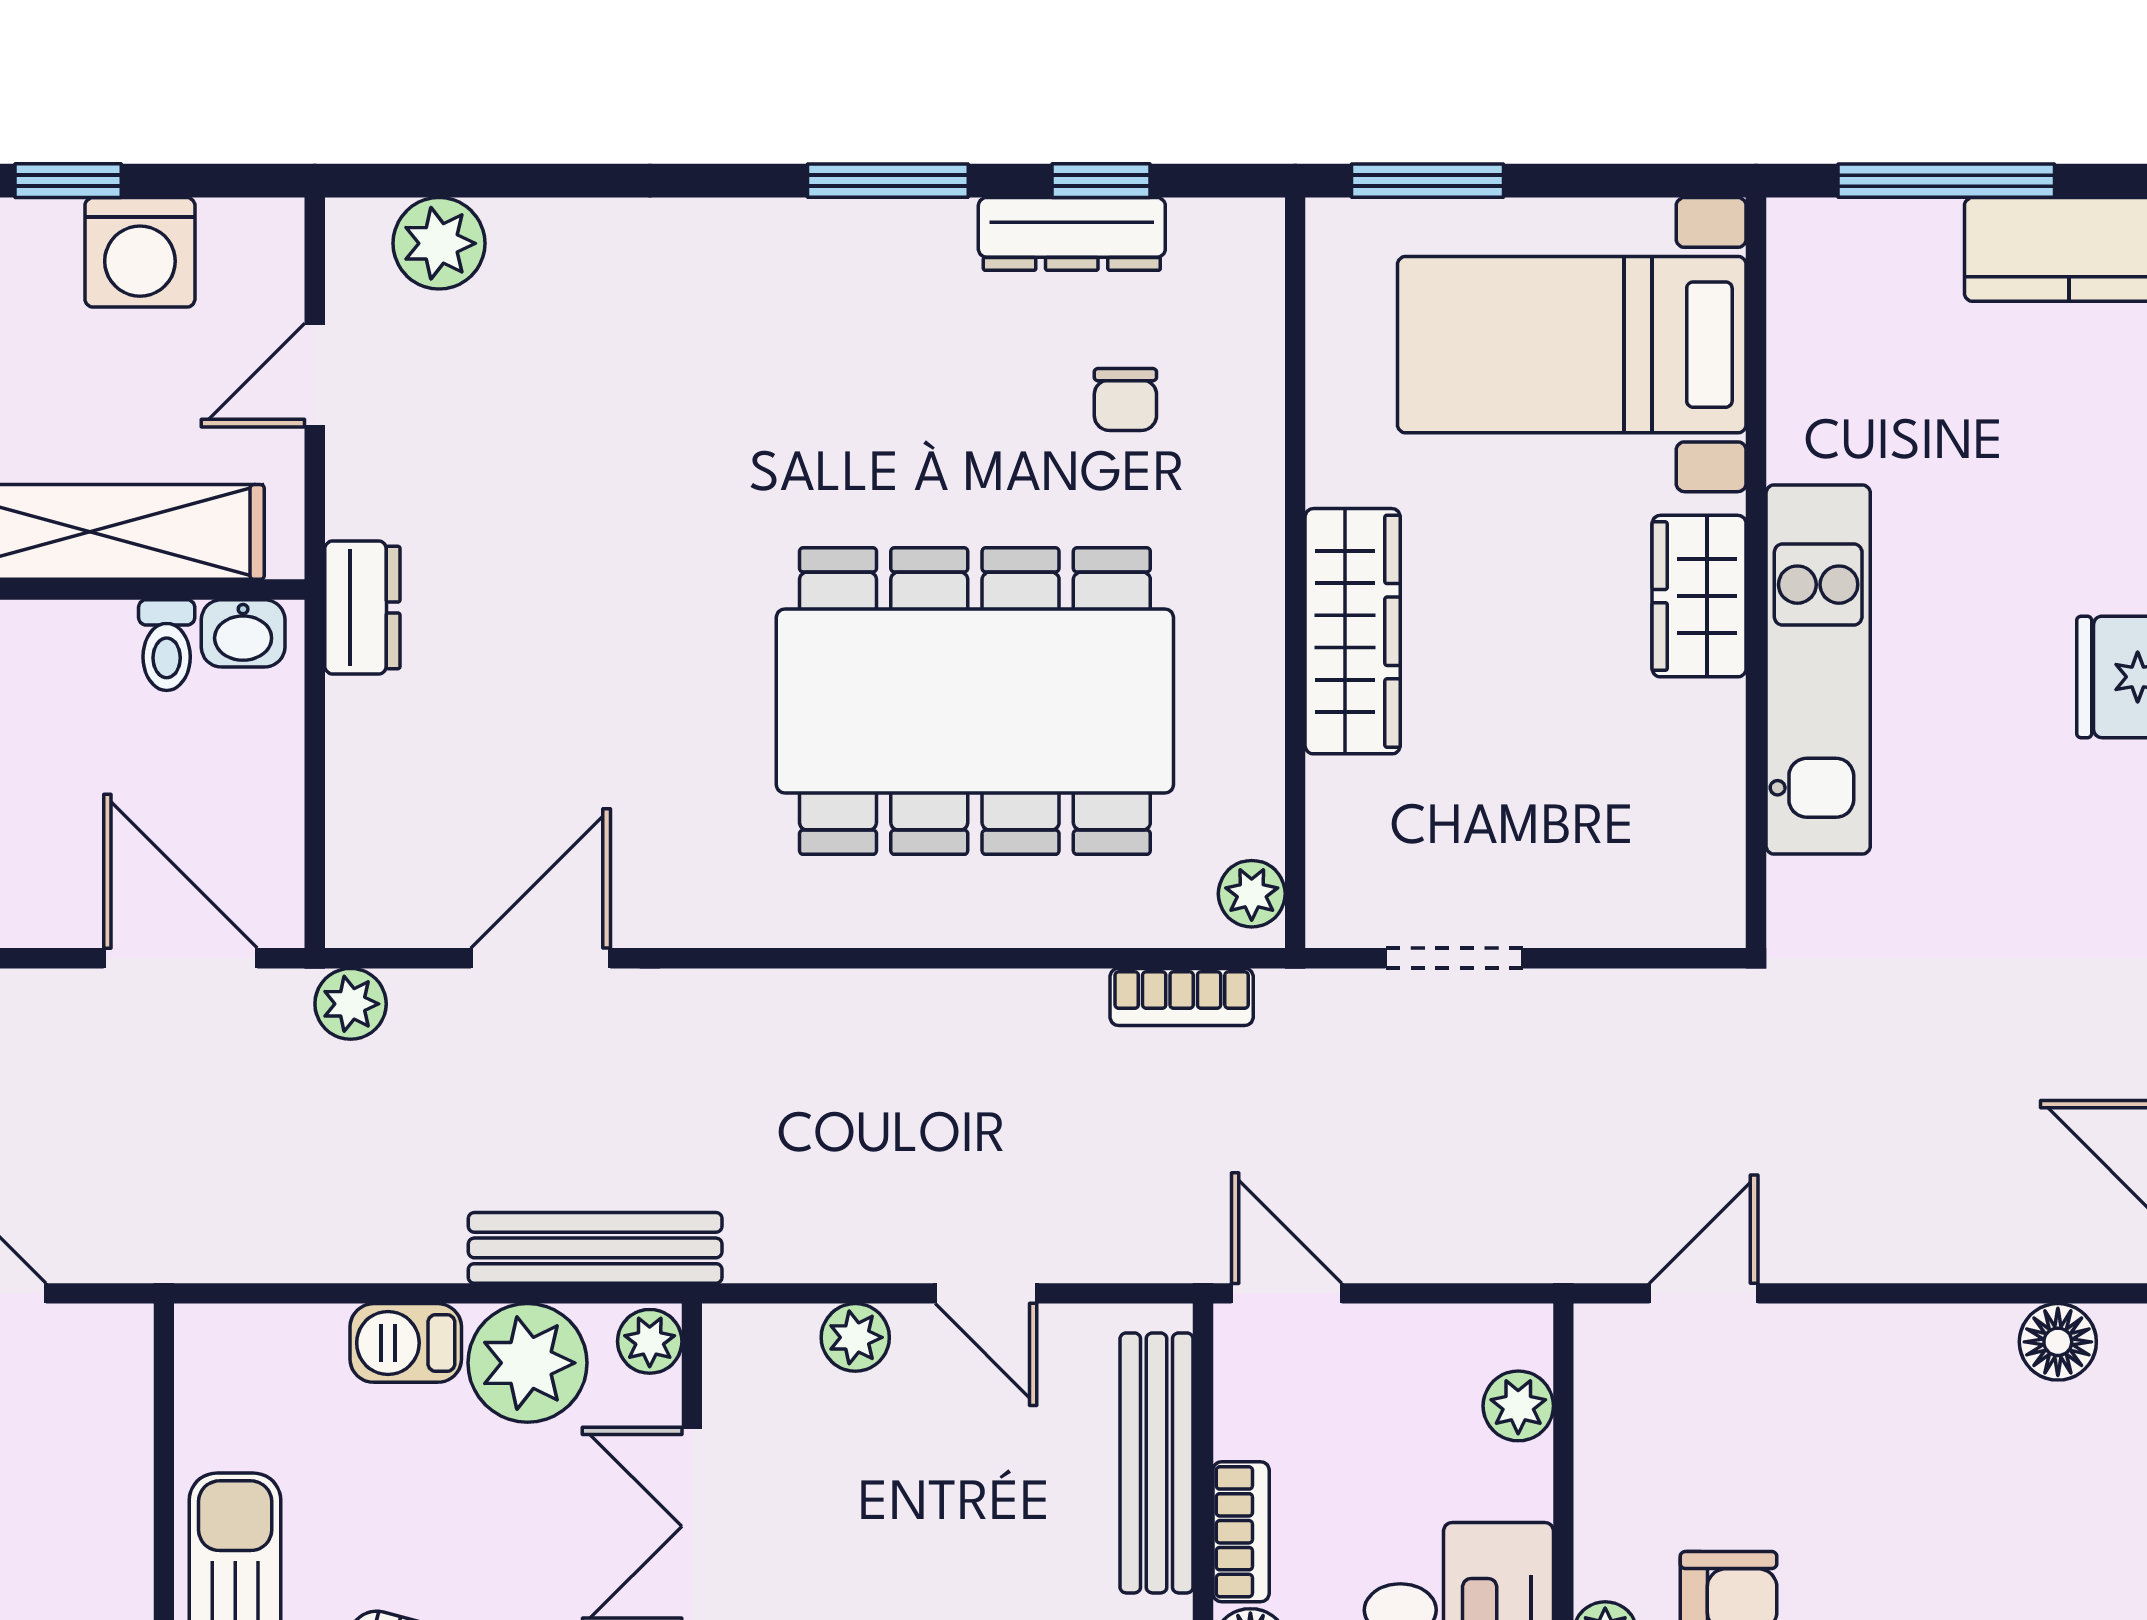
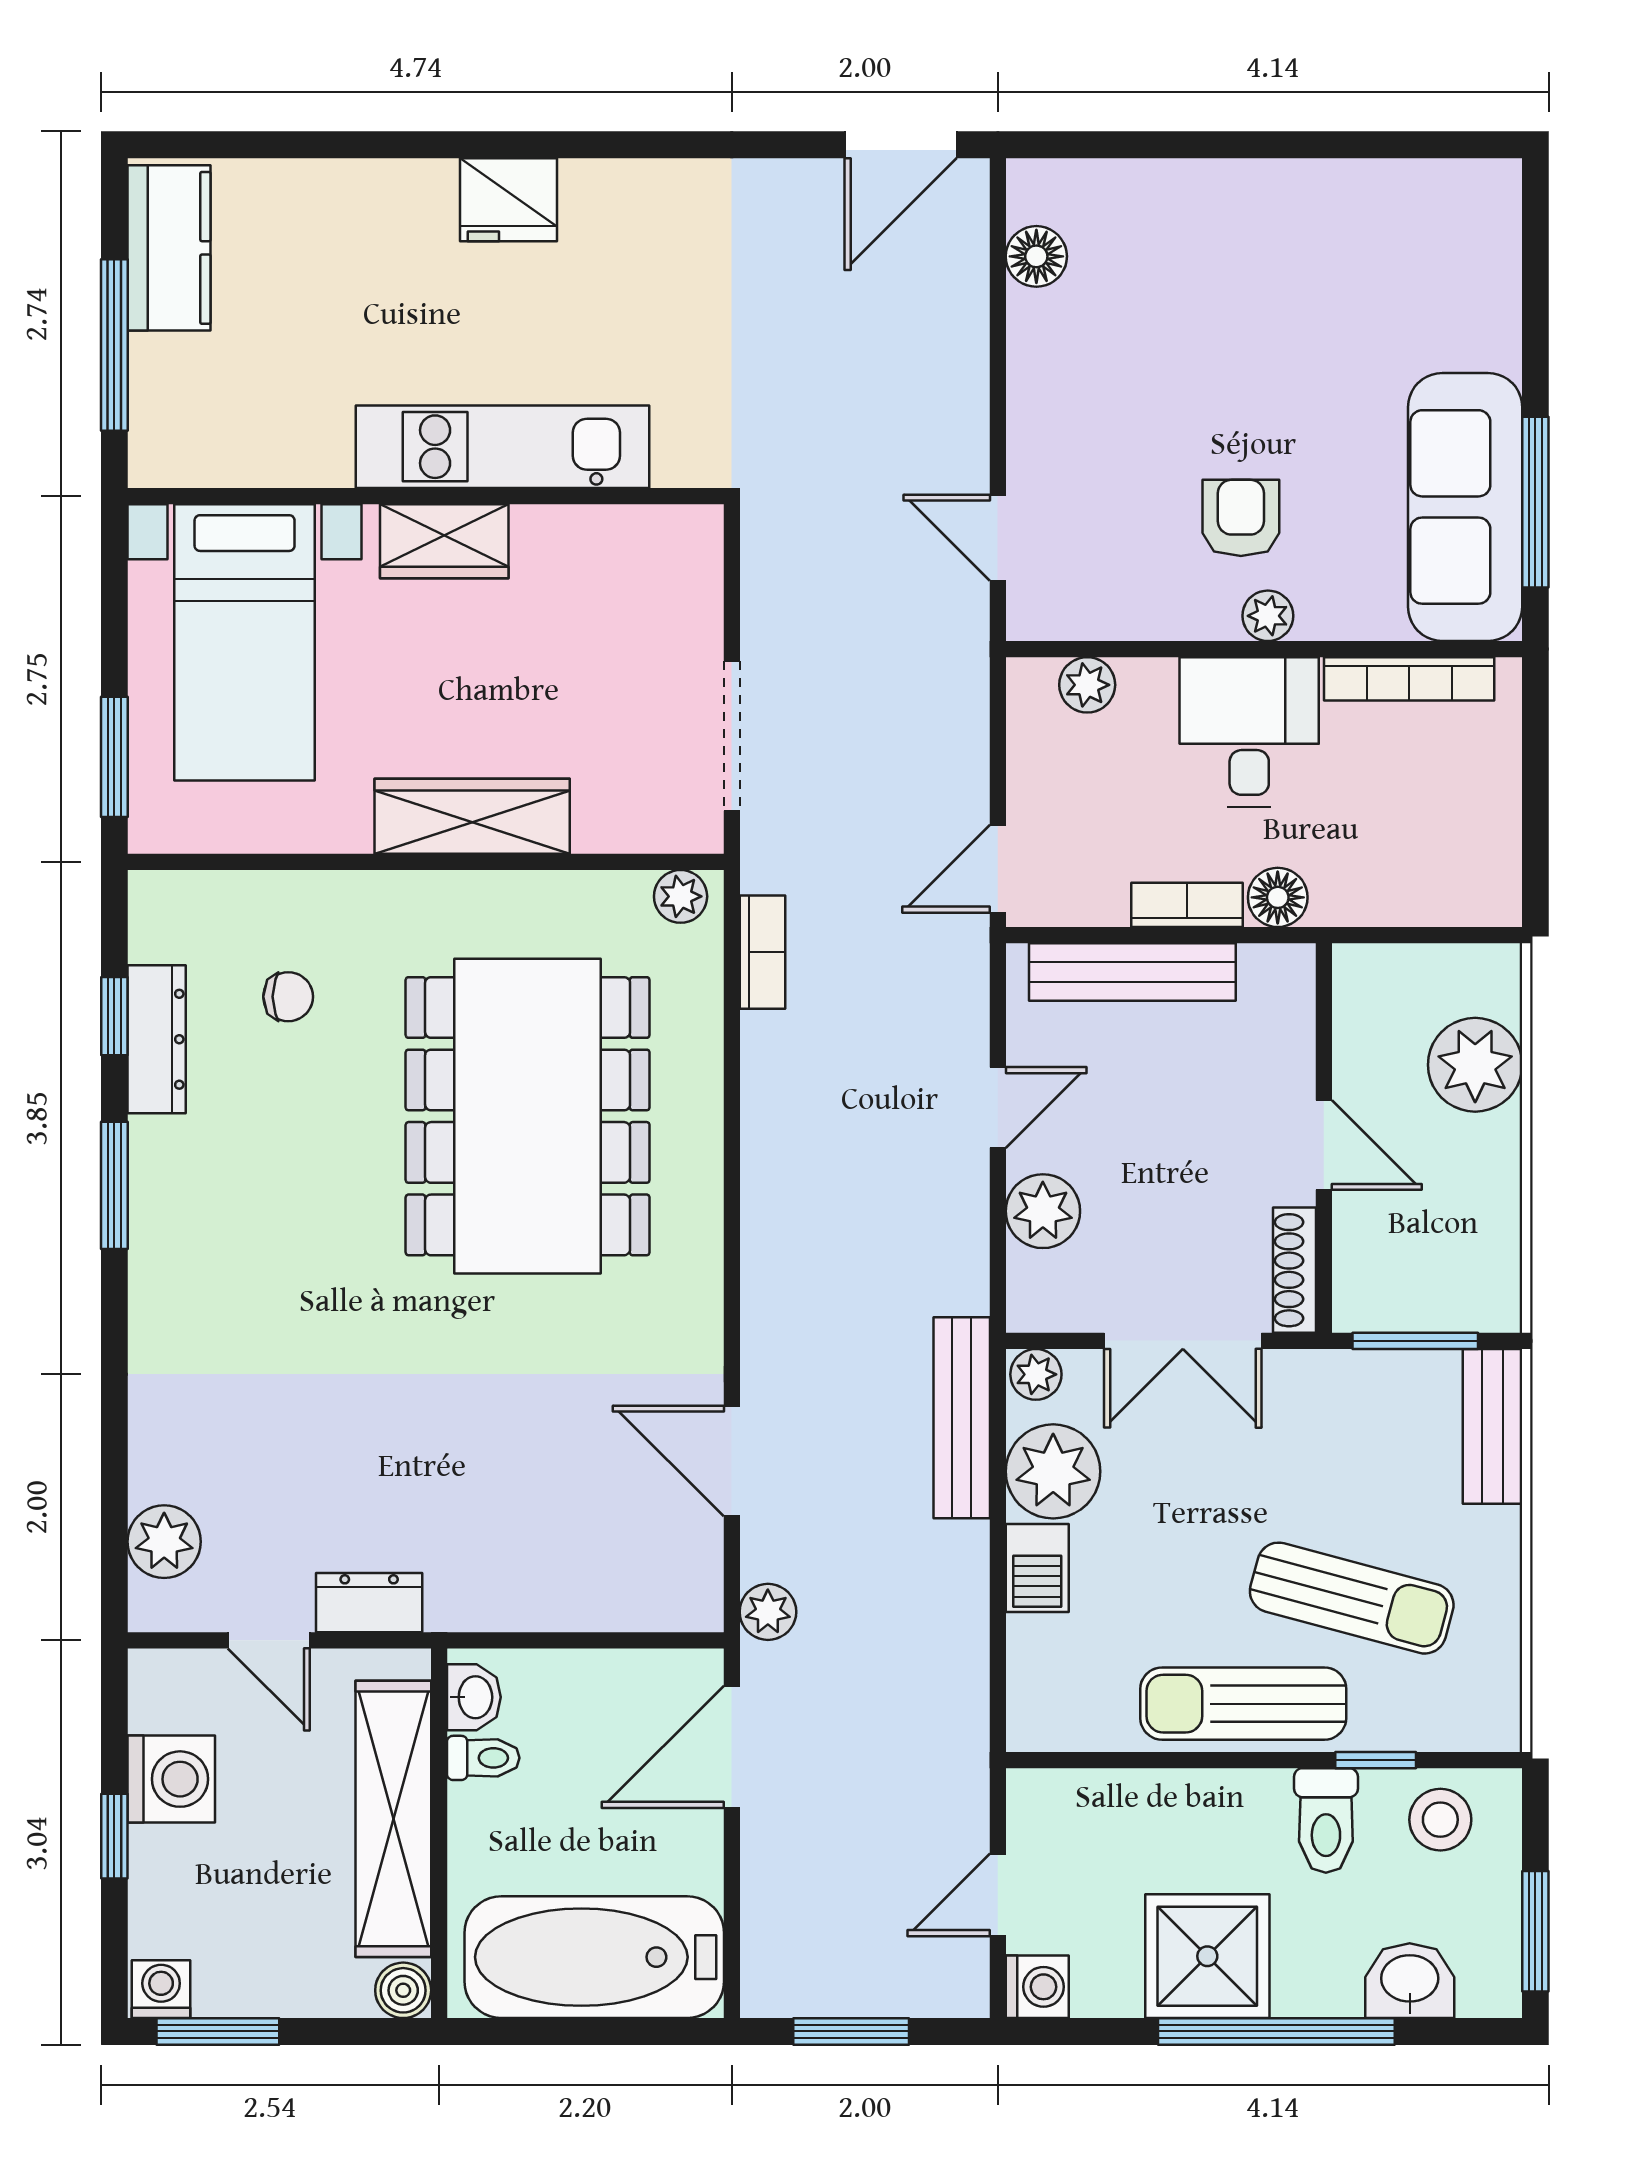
dresser: (362, 607) -> (369, 1603), moved
doorway: (1454, 958) -> (732, 736), width x1.38
plant: (855, 1337) -> (1043, 1211), width x1.38, depth x1.38

